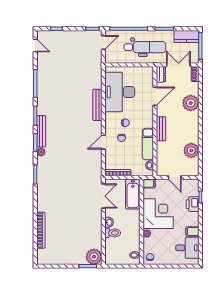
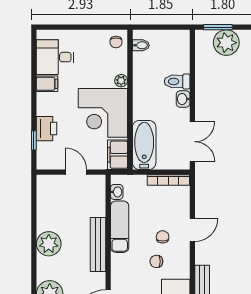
bench: (161, 129) -> (98, 245), width x1.36
plant: (191, 150) -> (49, 244), moved
filing cabinet: (149, 184) -> (118, 155), width x2.00
double door: (103, 196) -> (192, 142), swing flipped
plant: (94, 257) -> (226, 43), moved

